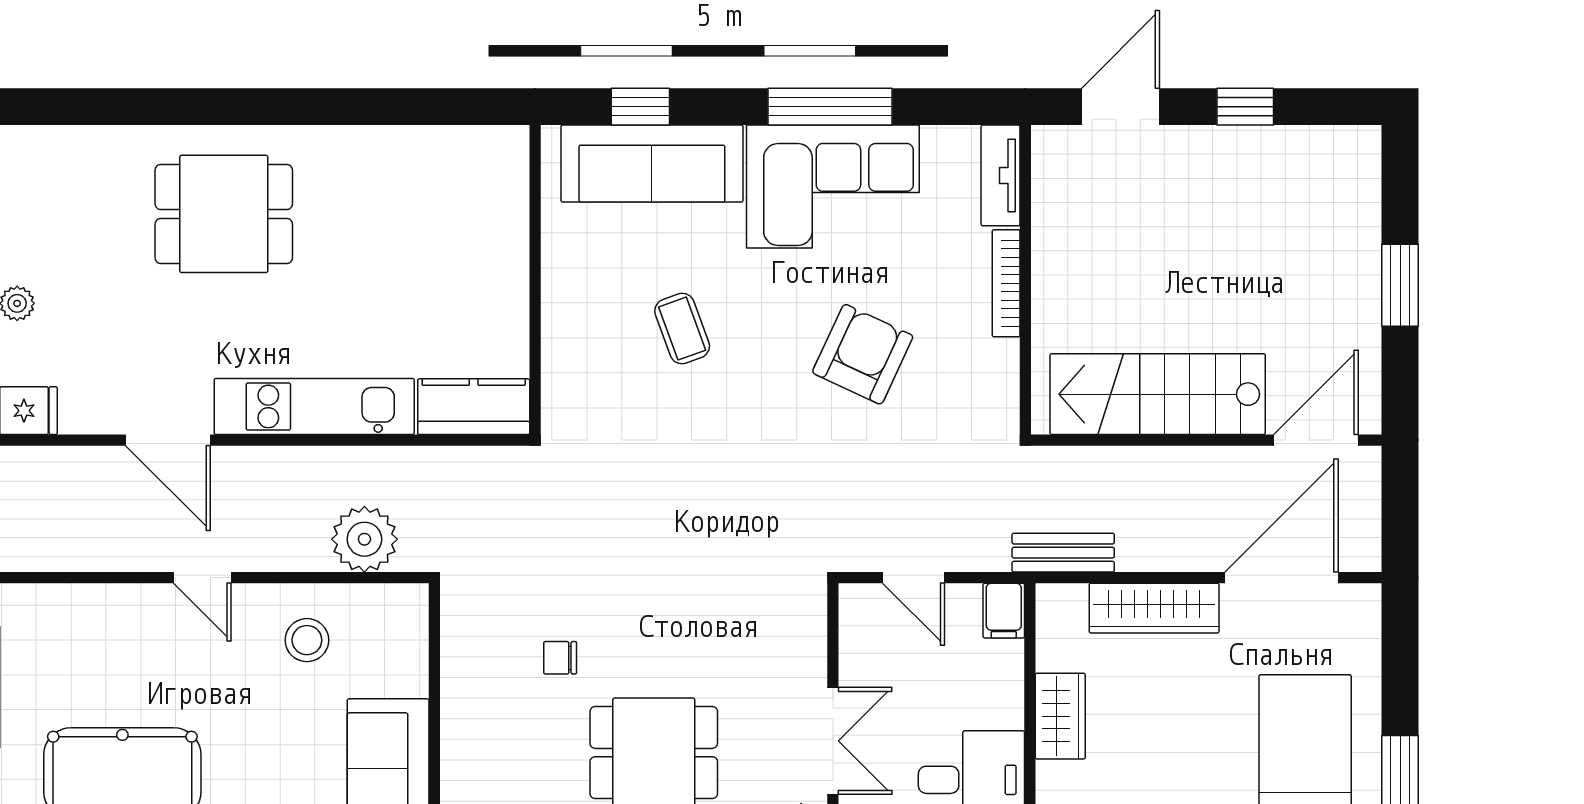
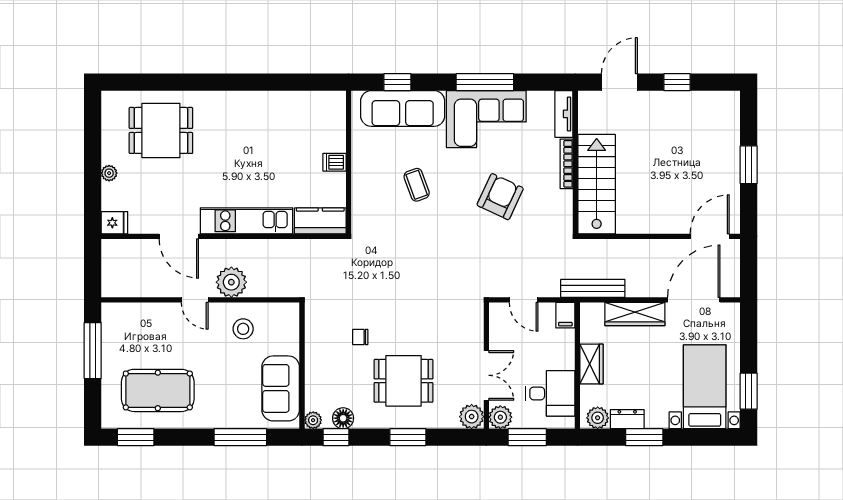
dining table: (224, 214) -> (161, 130), moved
dishwasher: (505, 280) -> (335, 162), added
stairs: (1158, 394) -> (597, 184), moved, turned 90
plant: (364, 539) -> (231, 282), moved
bench: (1063, 553) -> (593, 288), width x1.36

